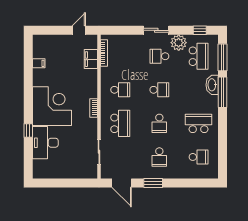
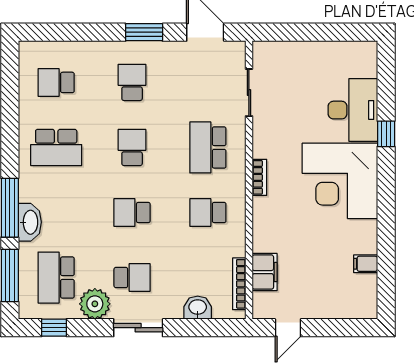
washbasin: (126, 41) -> (198, 308), added

